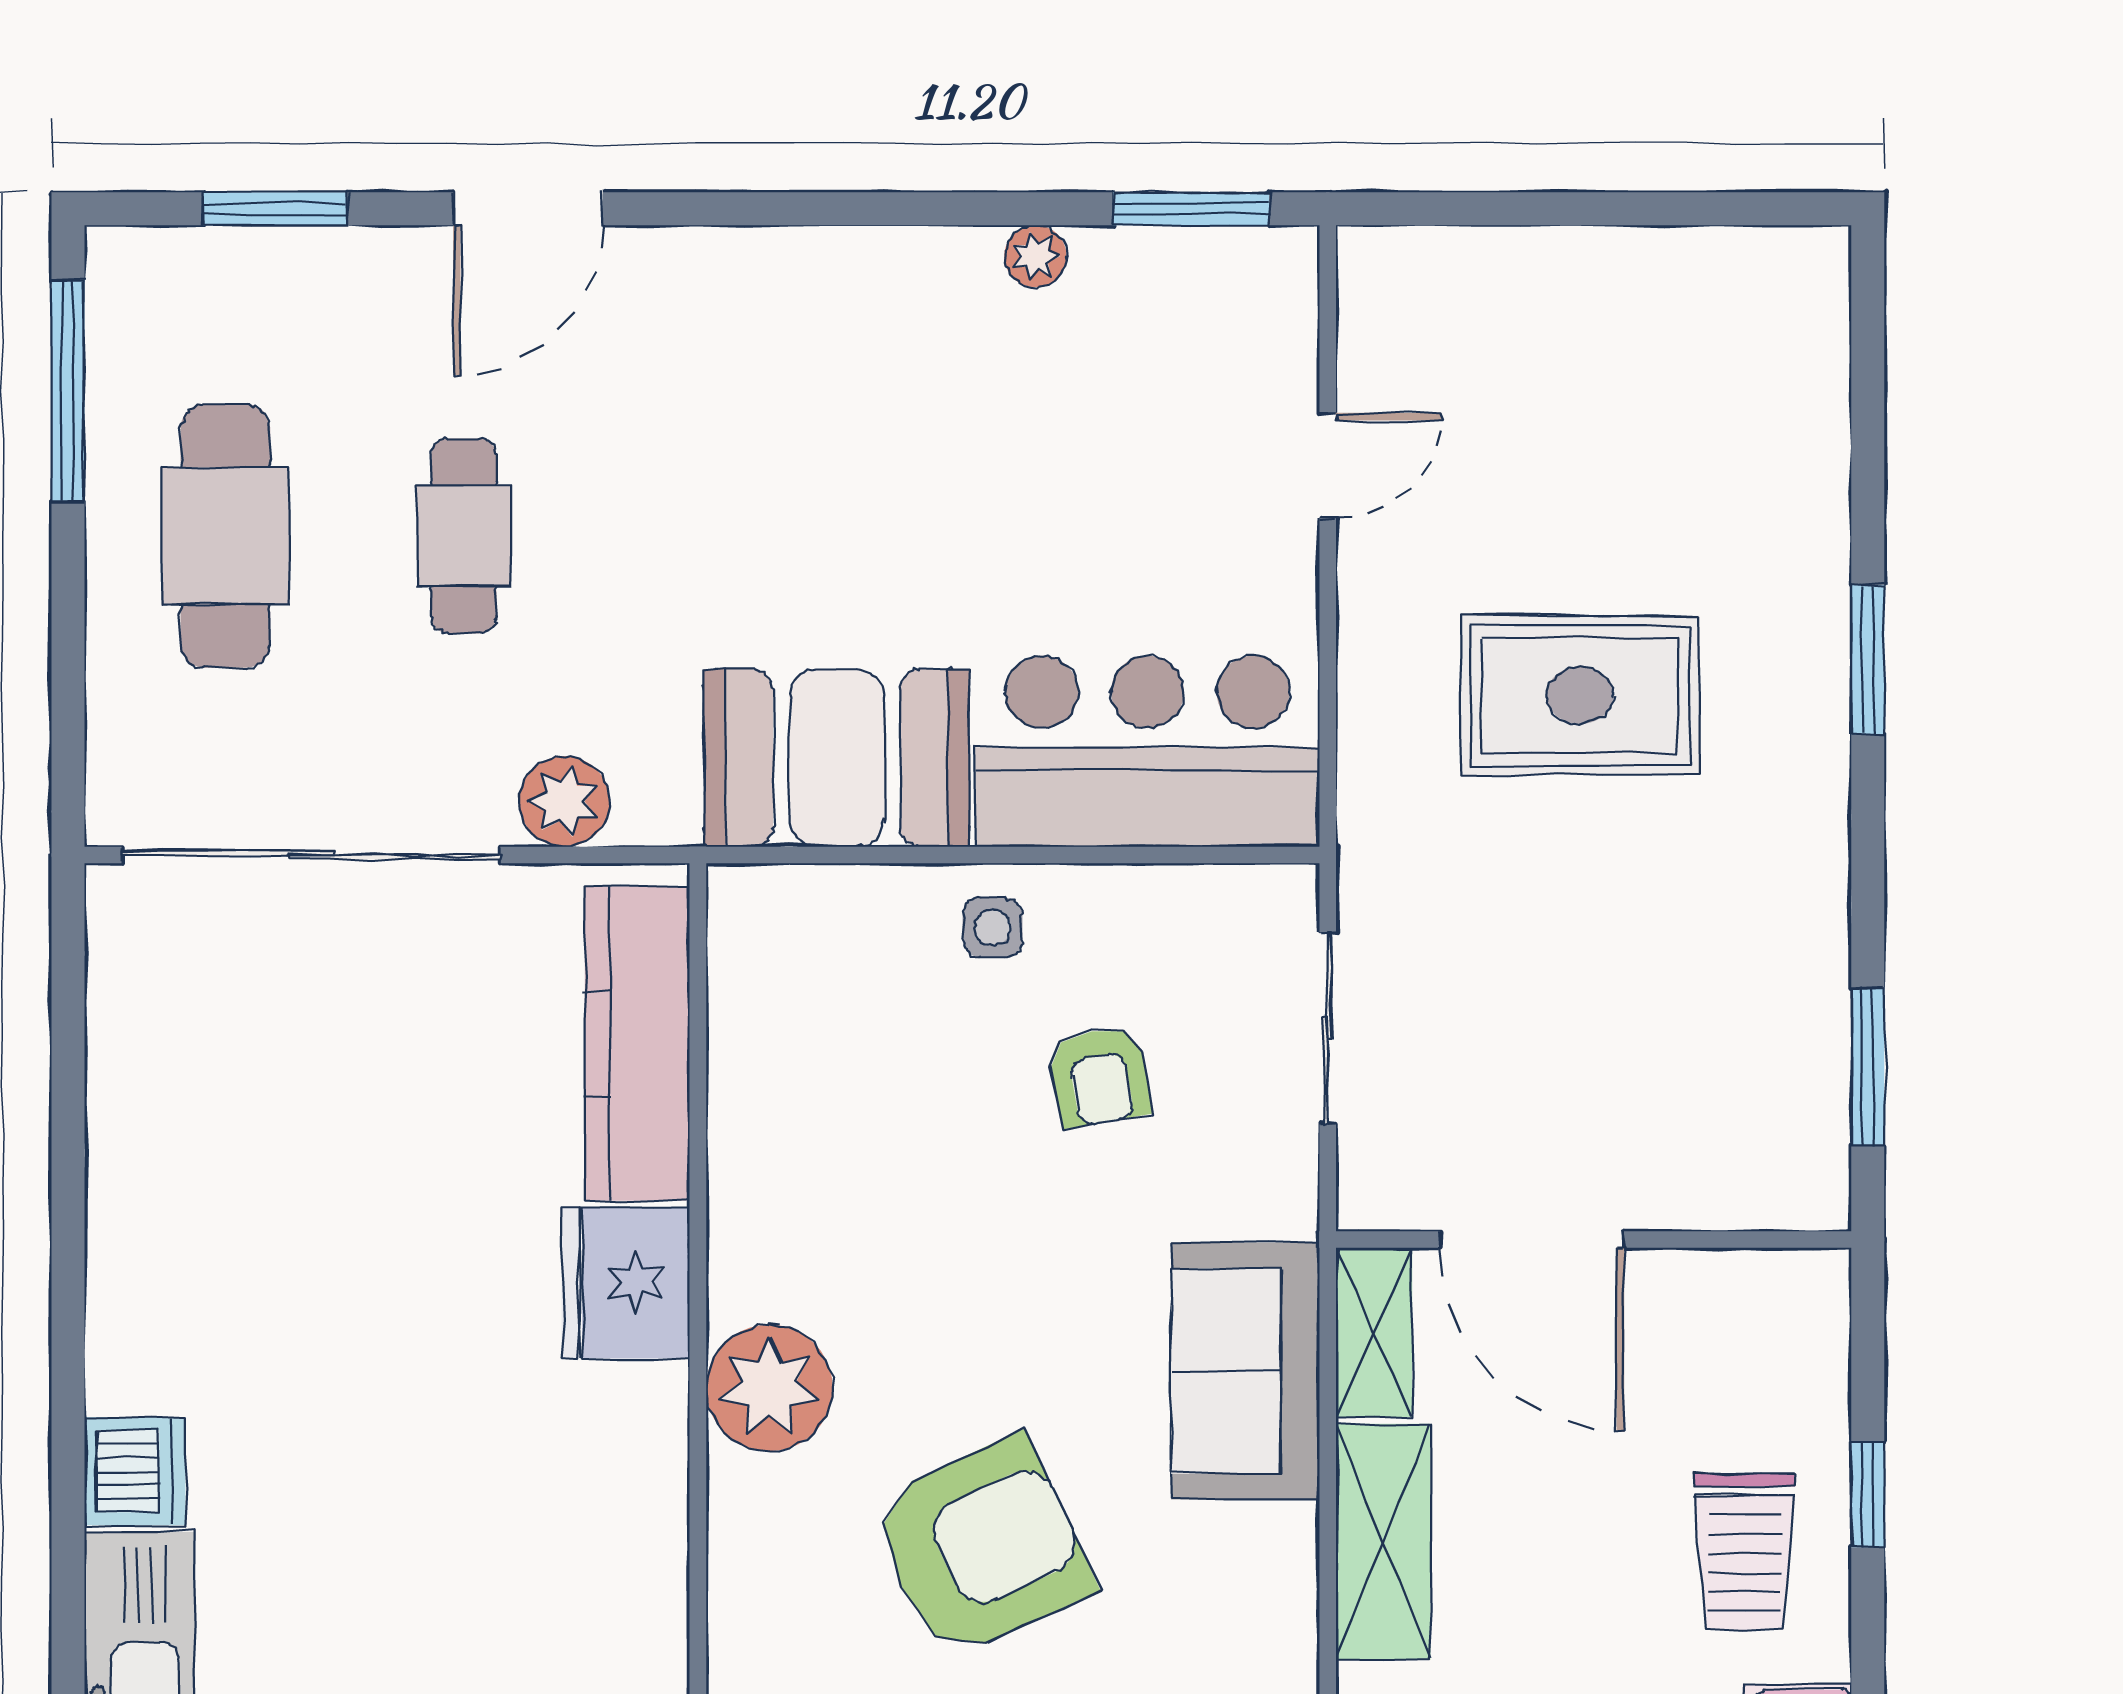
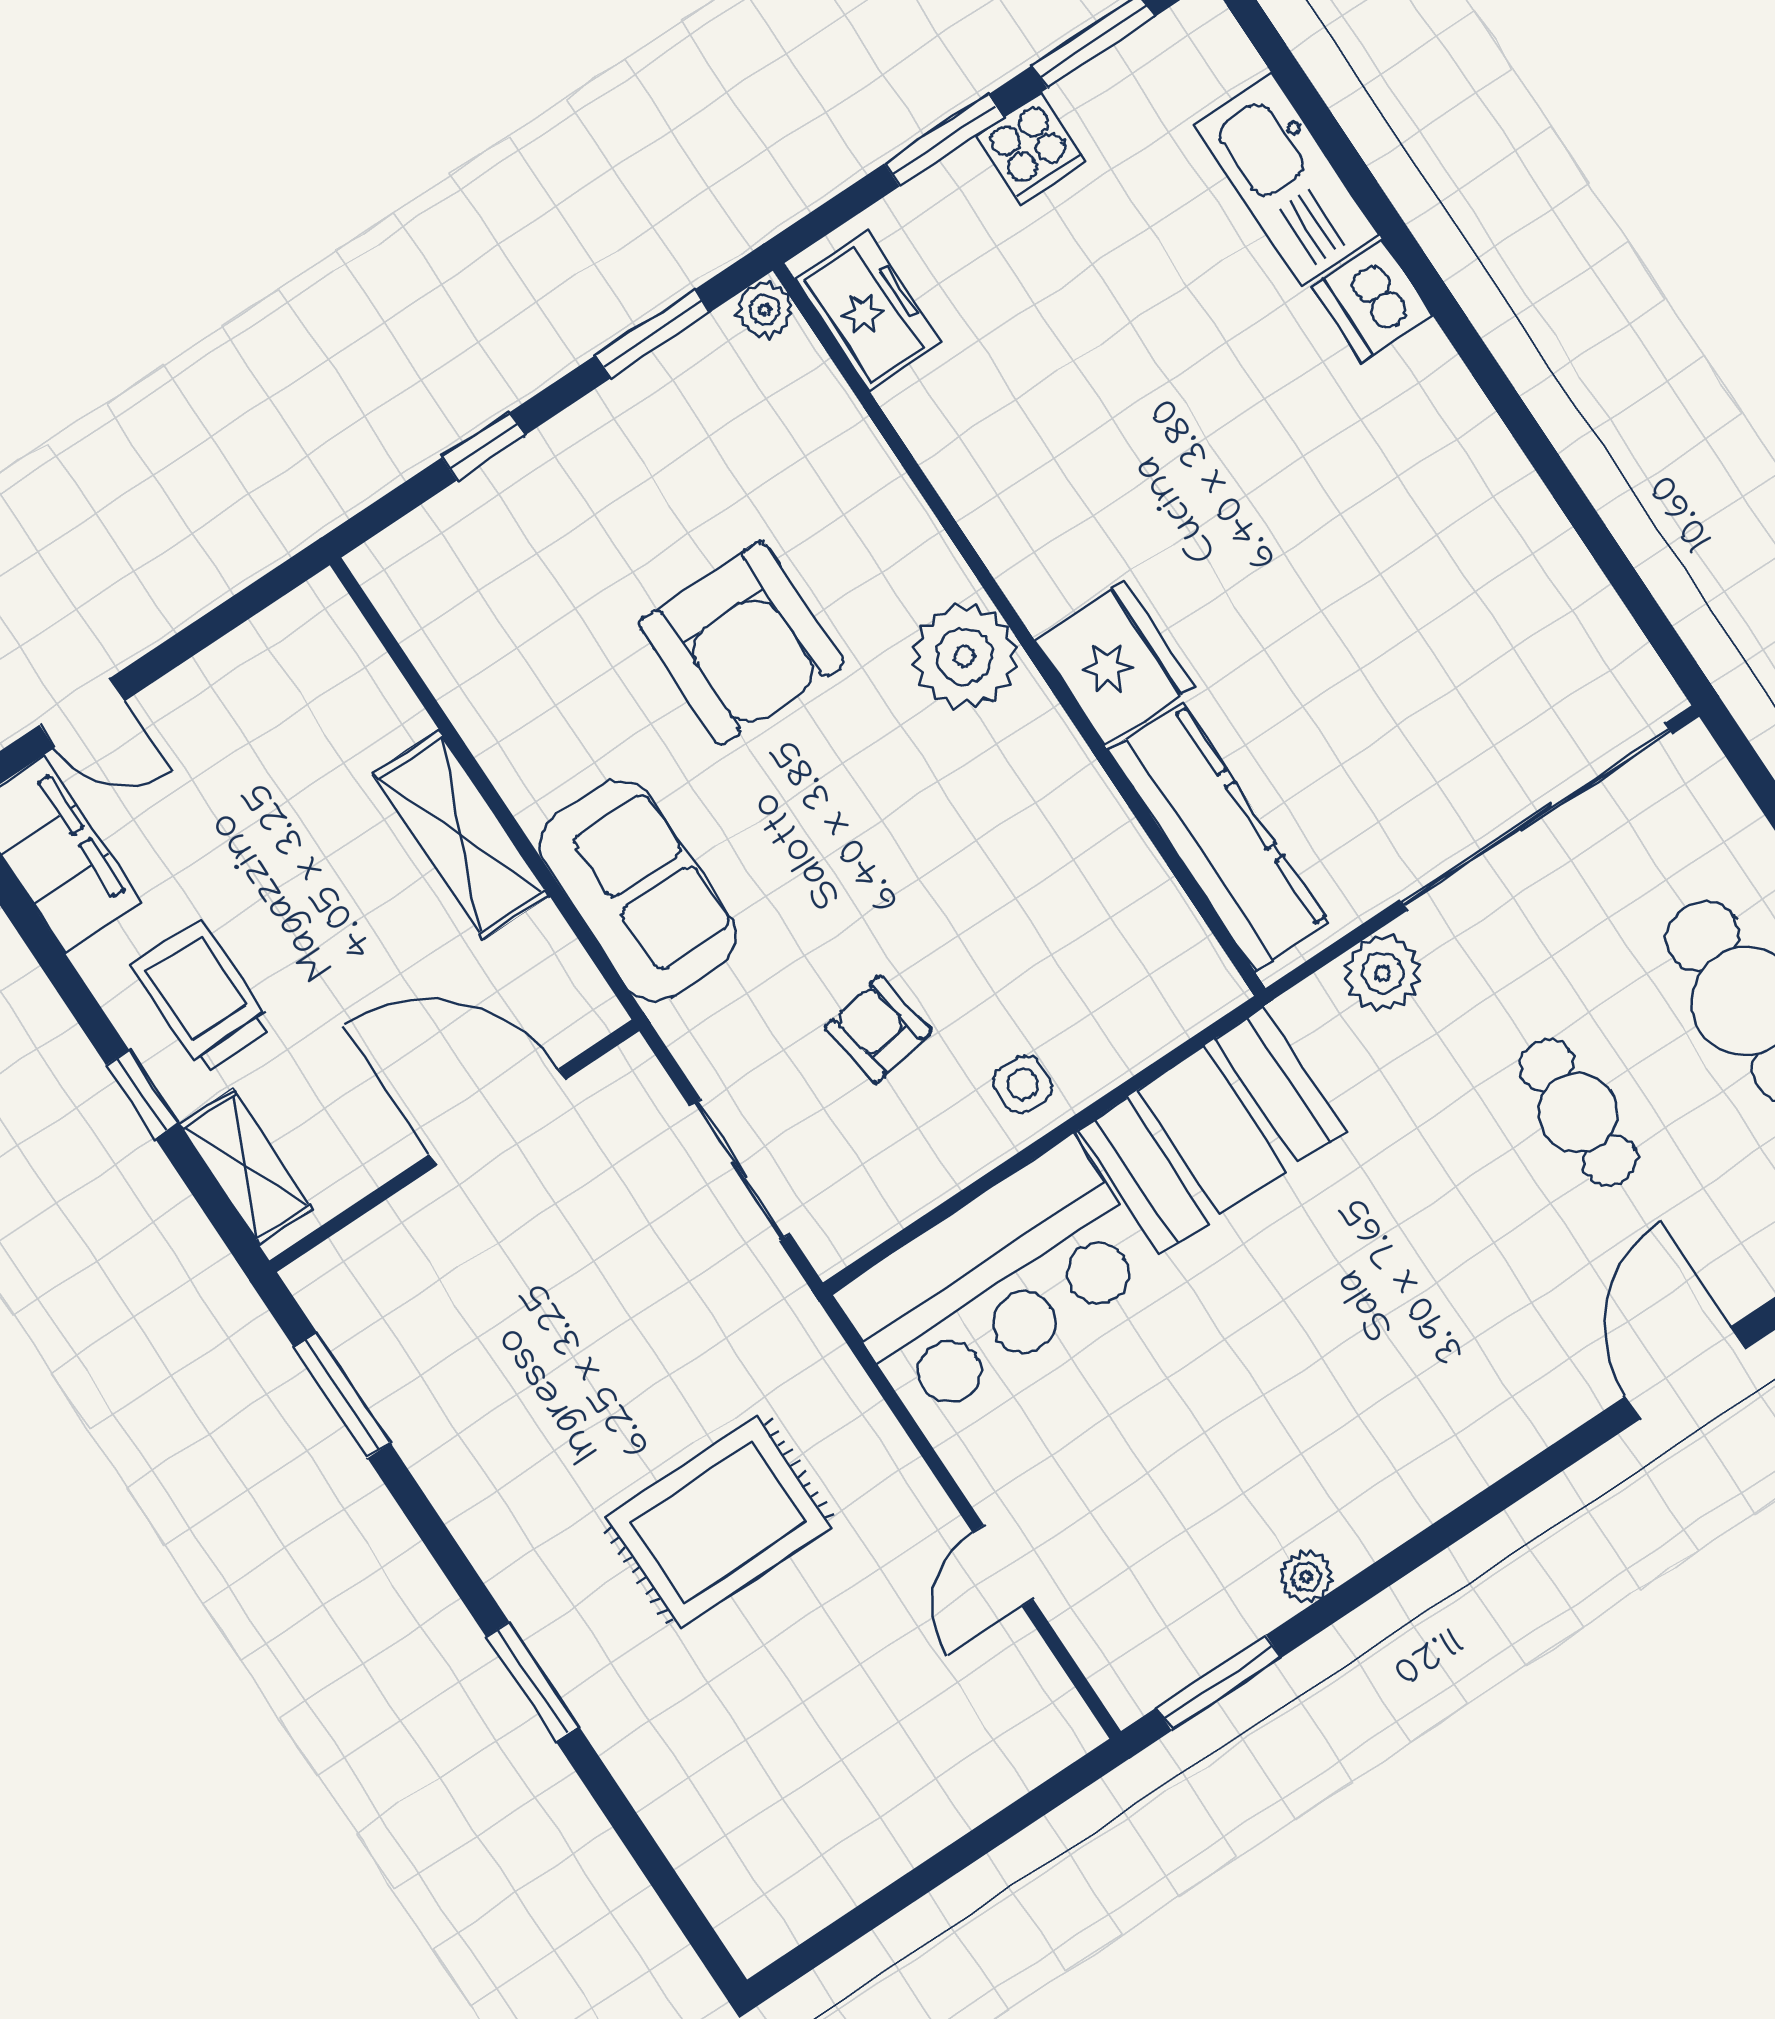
shelving: (1374, 1332) -> (245, 1167), moved
armchair: (981, 1547) -> (741, 643), turned -65

